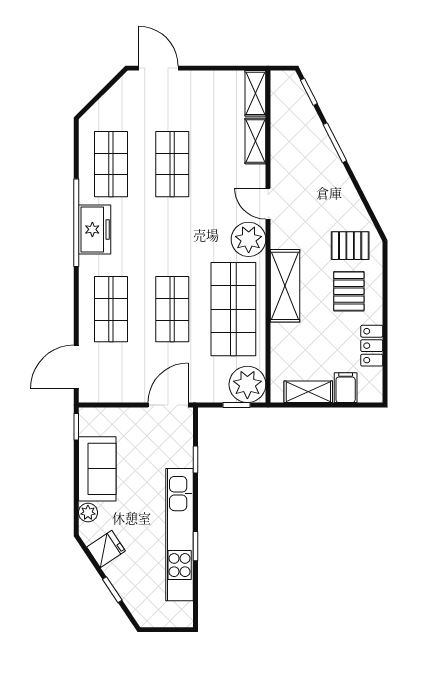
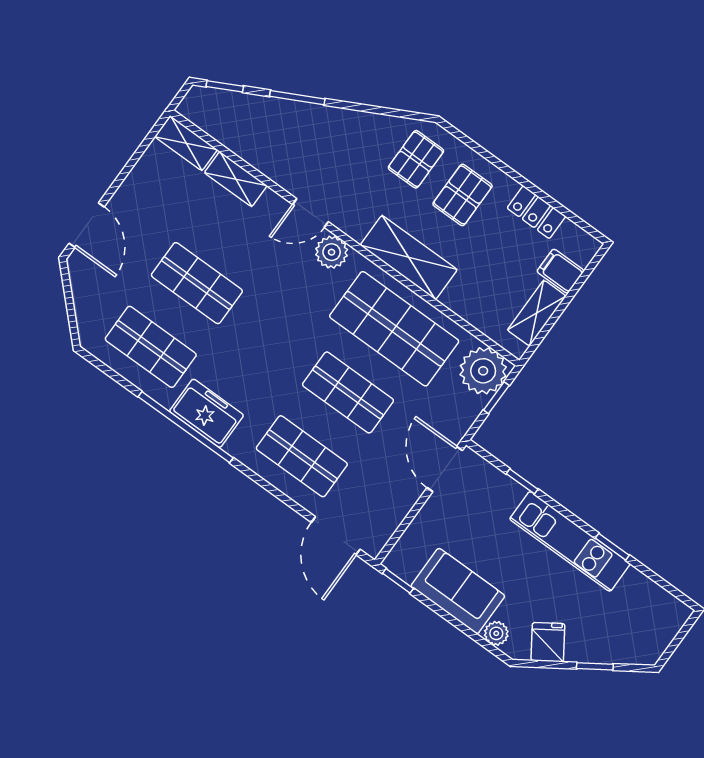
door: (158, 68) -> (87, 225), swing flipped
plant: (249, 239) -> (332, 252), width x0.73, depth x0.73
pallet: (349, 291) -> (462, 195), turned 90
kitchen unit: (180, 535) -> (570, 541), width x0.73

